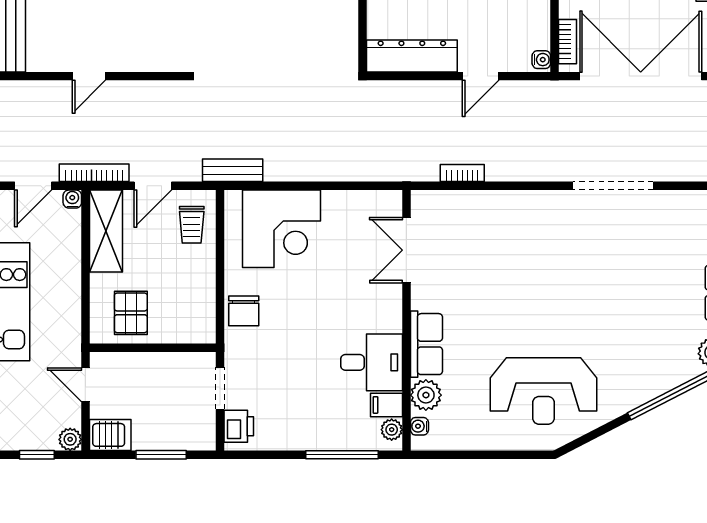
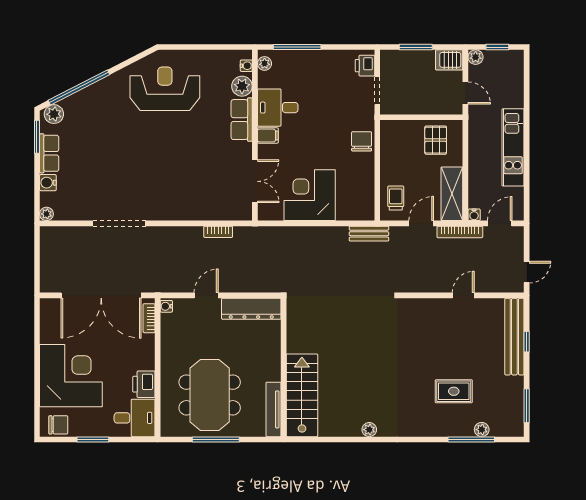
corner desk: (282, 229) -> (310, 195), moved
filing cabinet: (387, 405) -> (268, 135), moved

